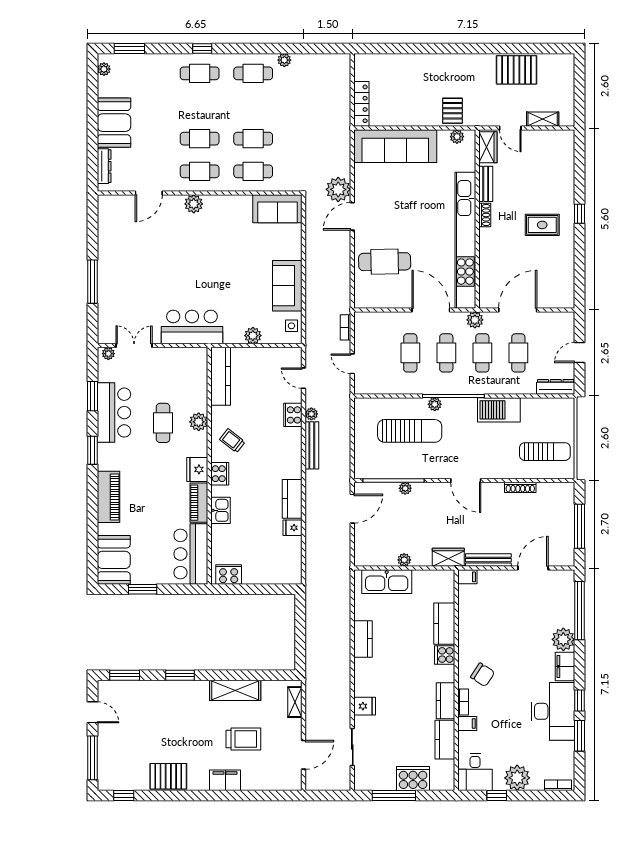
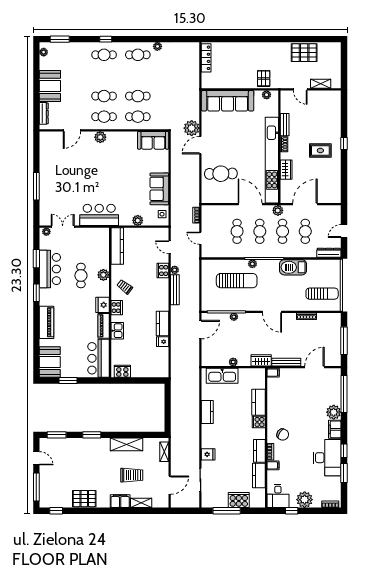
locker: (361, 104) -> (206, 58), moved
wardrobe: (488, 147) -> (286, 170), moved
shelving: (258, 783) -> (141, 503), added

